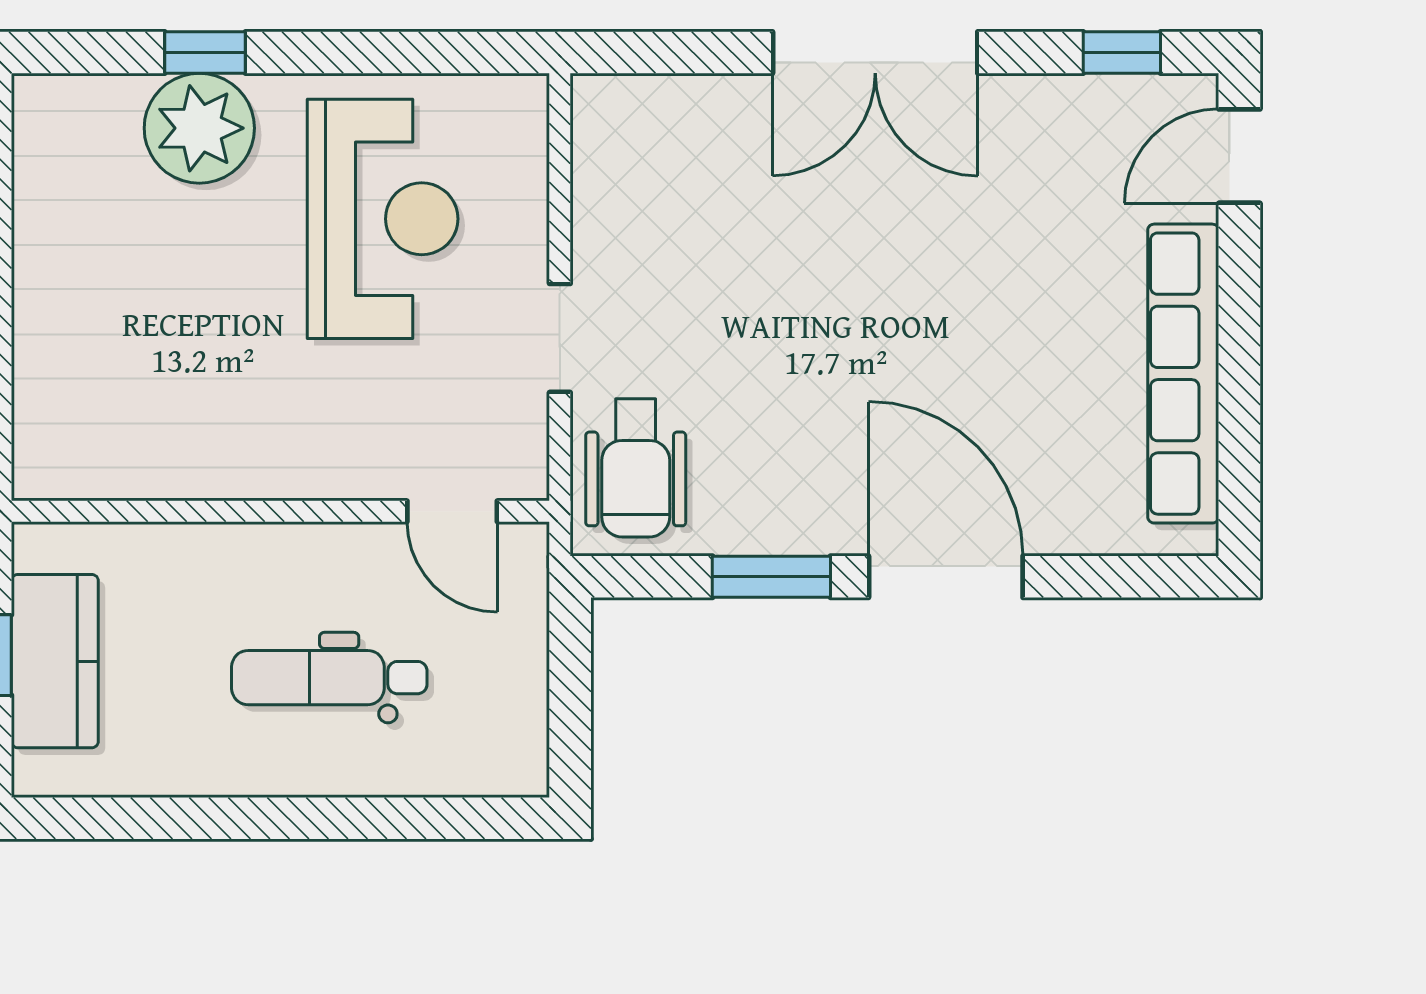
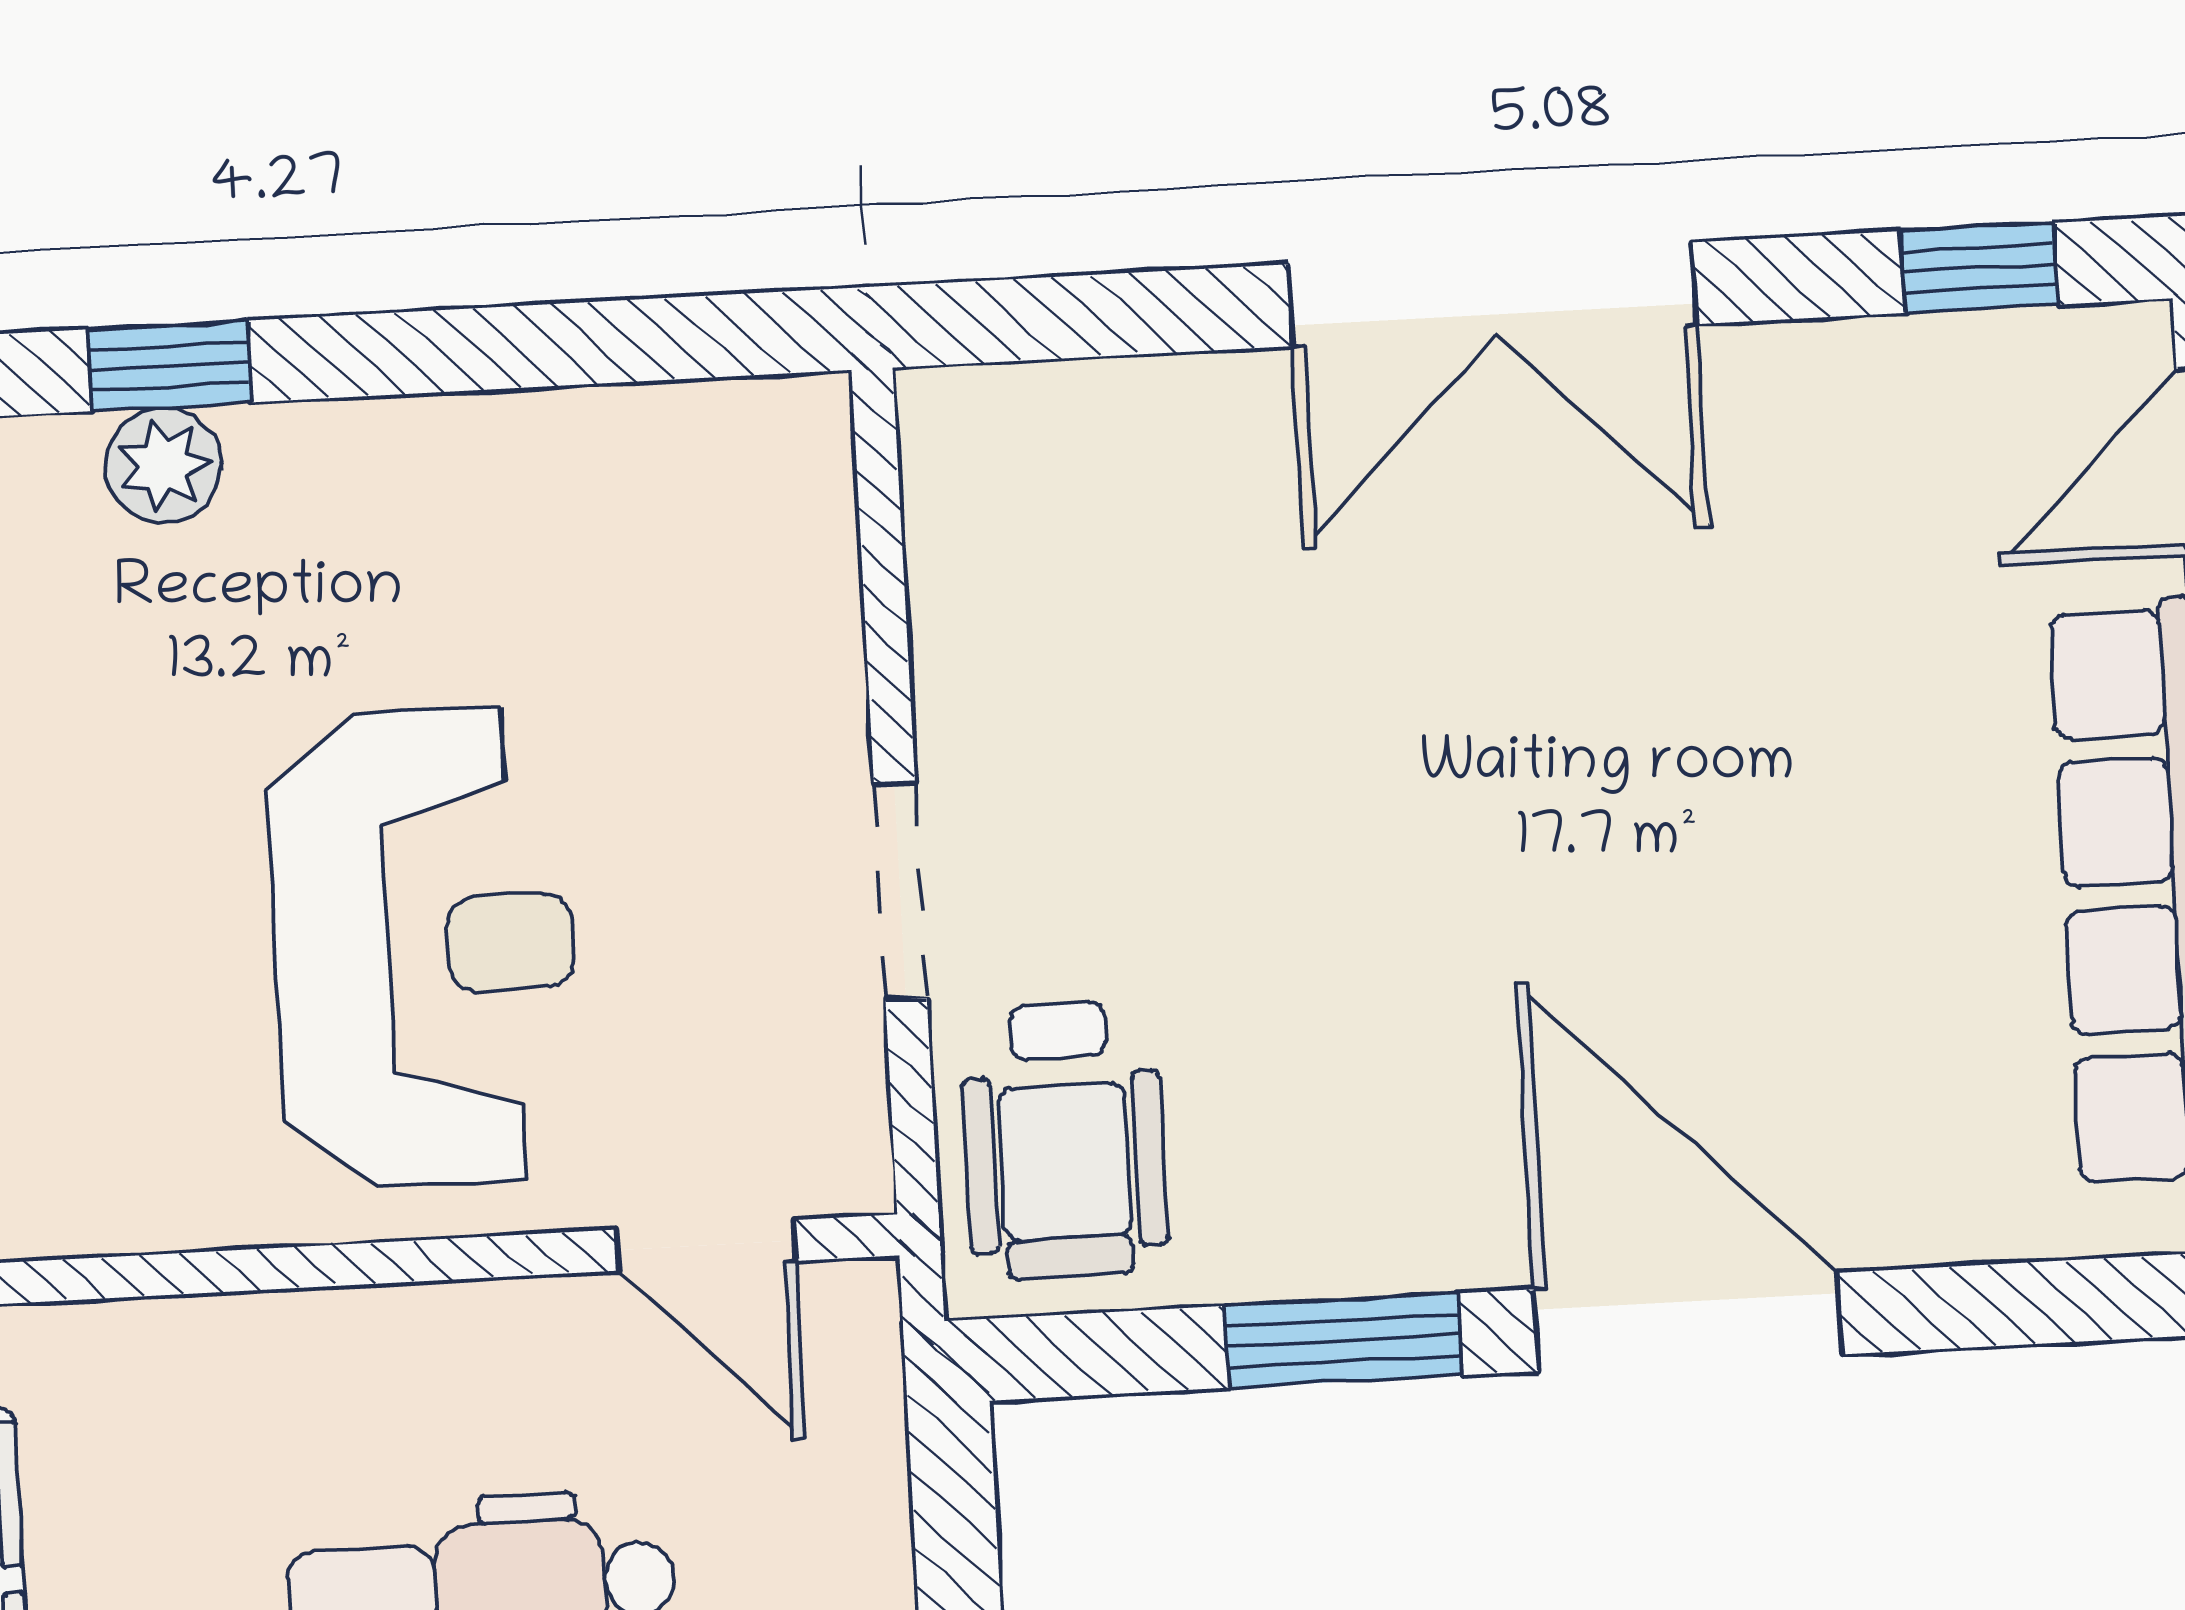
plant: (199, 128) -> (163, 465), width x0.53, depth x0.53
reception desk: (383, 219) -> (424, 947), moved

